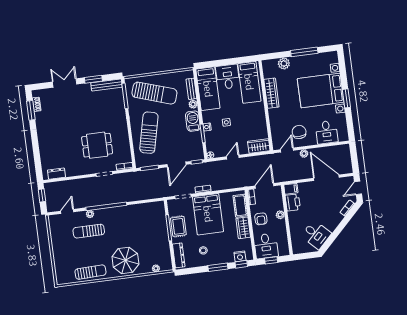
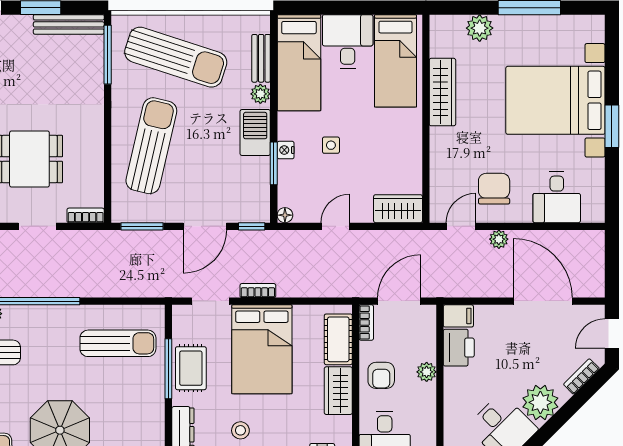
sun lounger: (146, 220) -> (118, 343), added
plant: (331, 222) -> (540, 402), added

